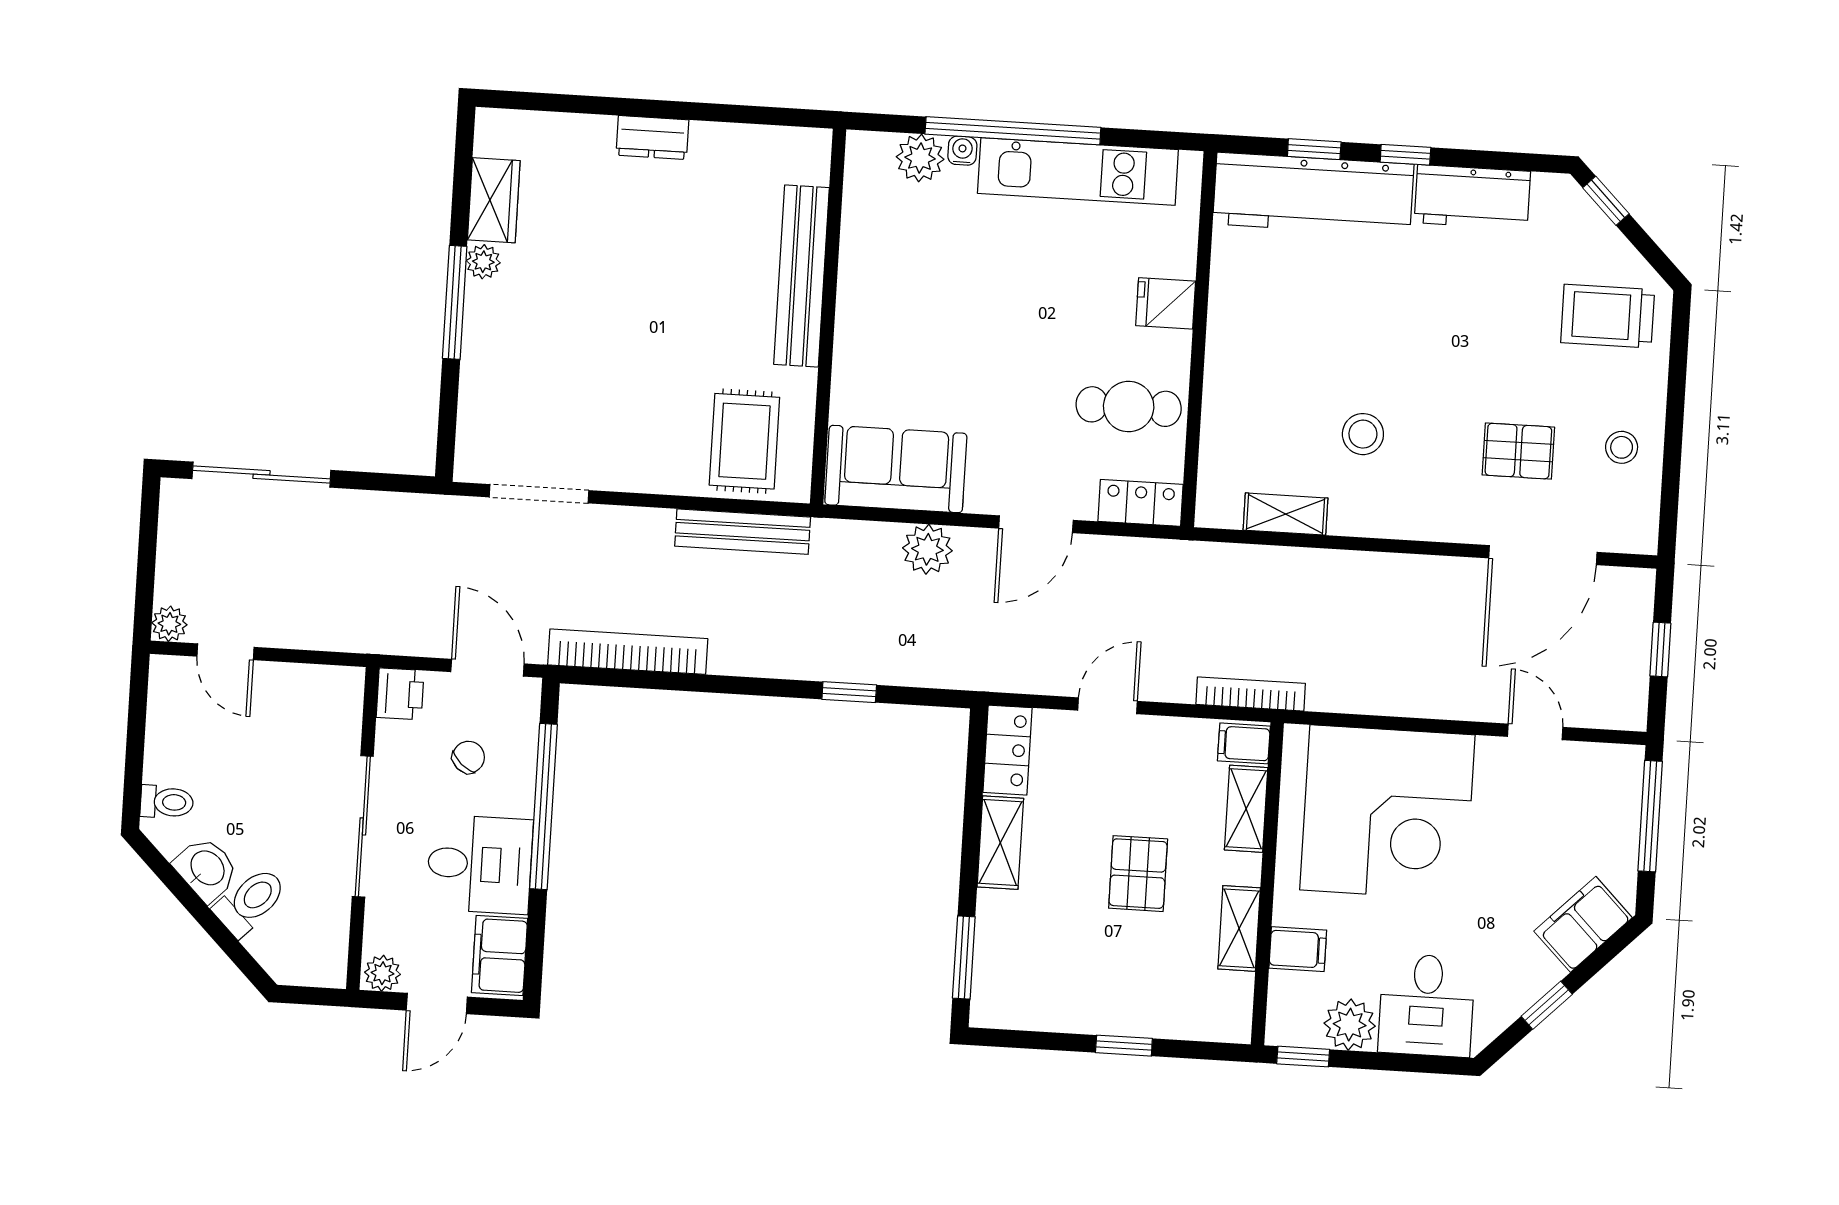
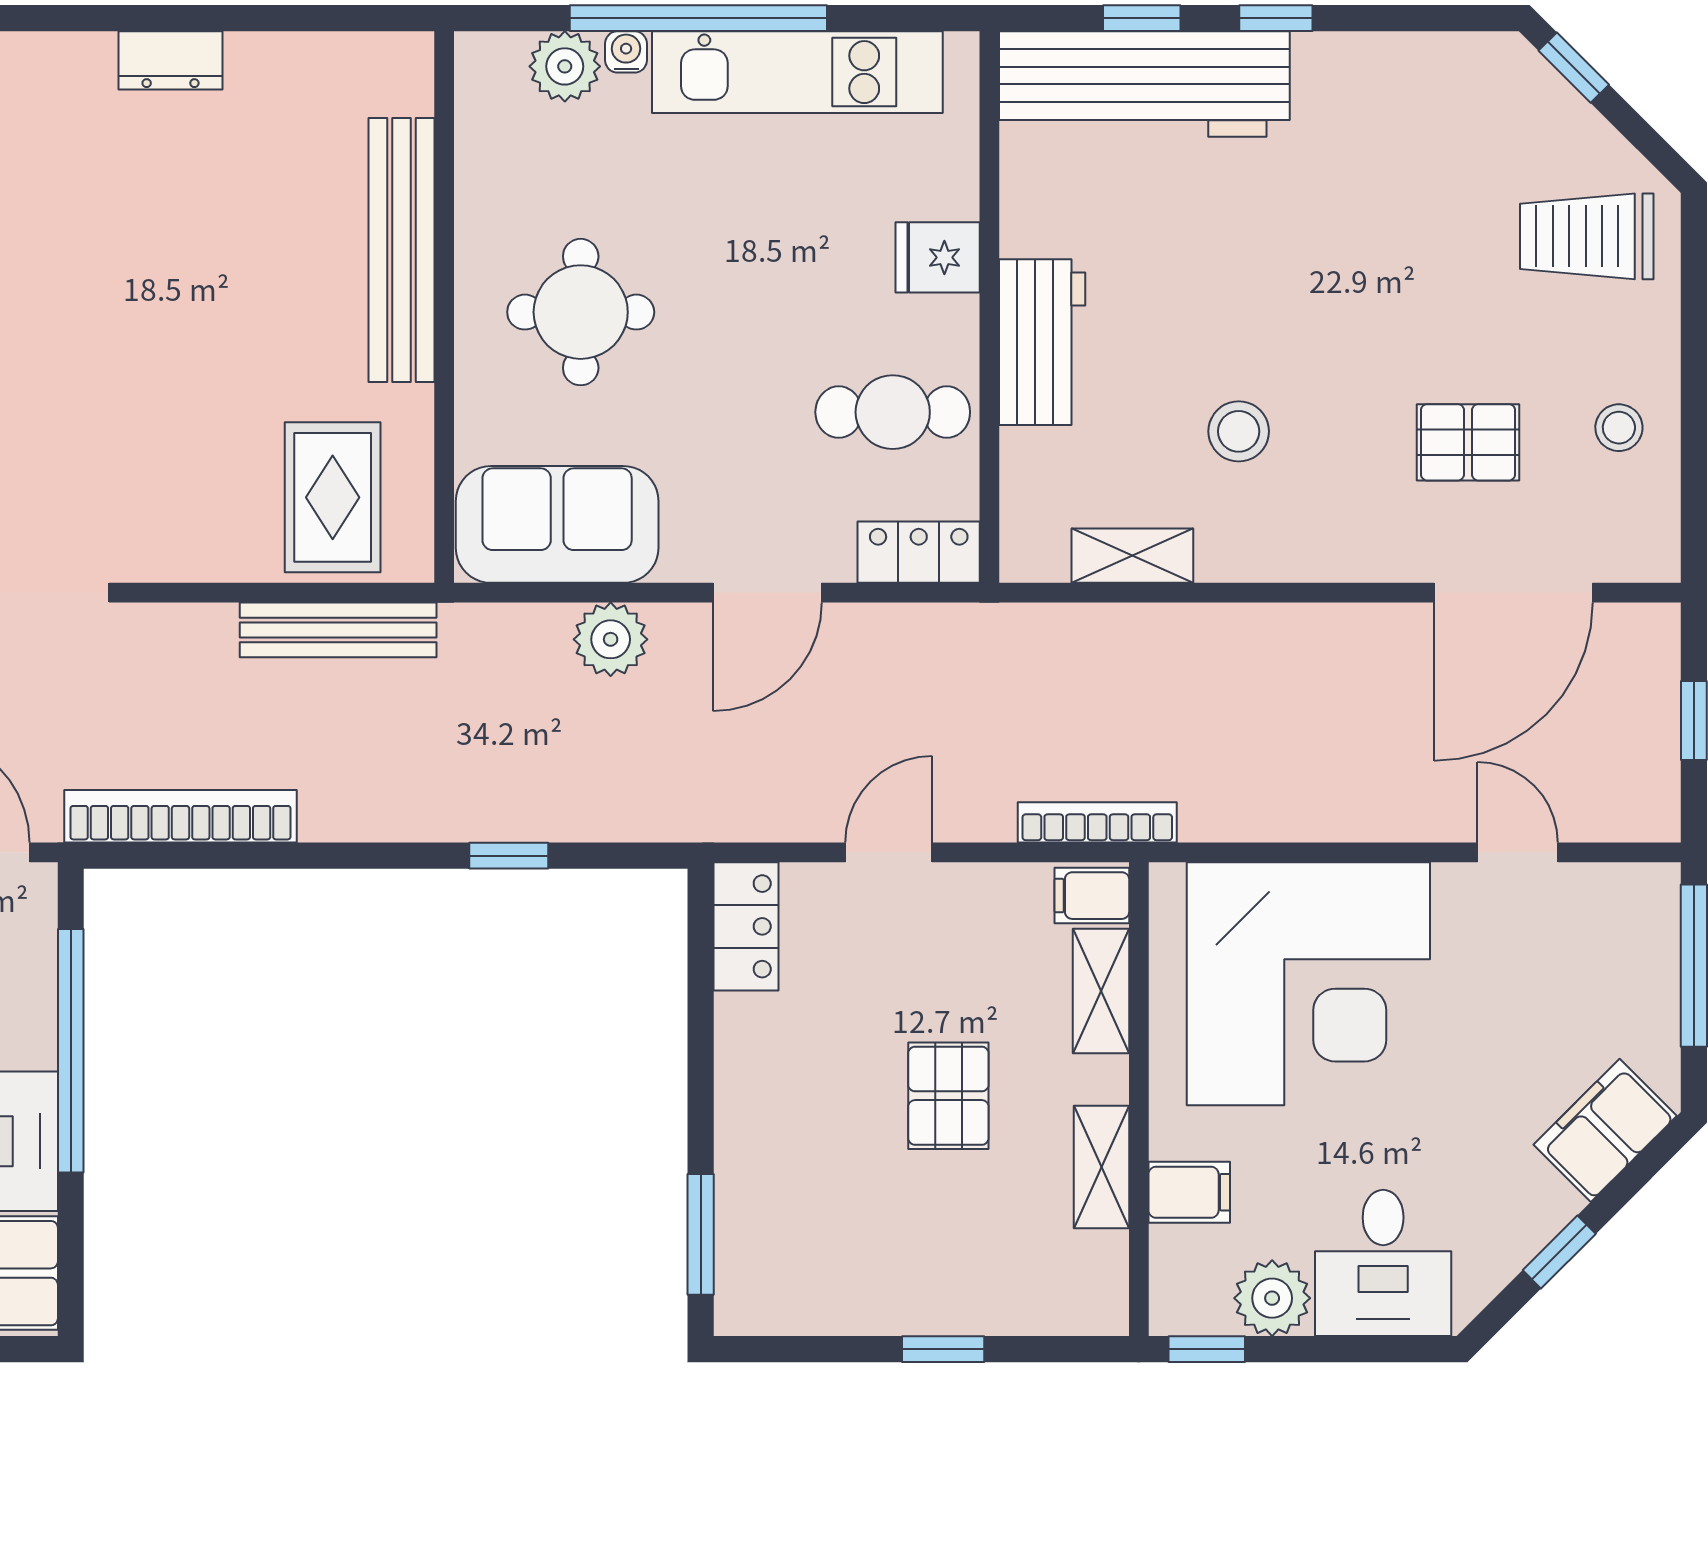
workbench: (1472, 197) -> (1042, 342), moved, turned -90
round table: (921, 326) -> (581, 312), added
shelving: (1000, 843) -> (744, 1063), removed

